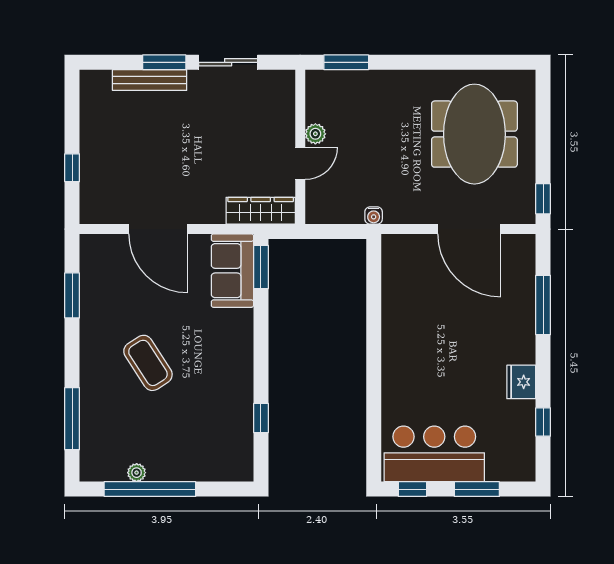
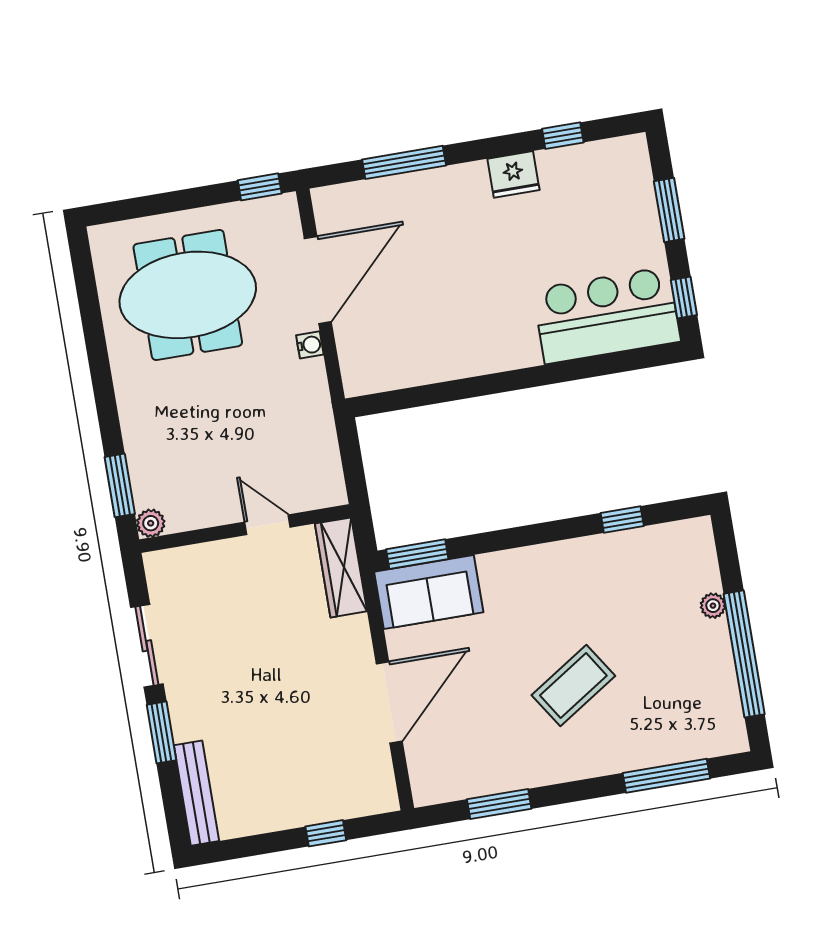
bench: (150, 80) -> (197, 793), moved
plant: (315, 134) -> (151, 523), moved
water cooler: (374, 215) -> (310, 345), moved
bar counter: (434, 454) -> (607, 315), moved, turned 90
plant: (137, 473) -> (713, 606), moved

